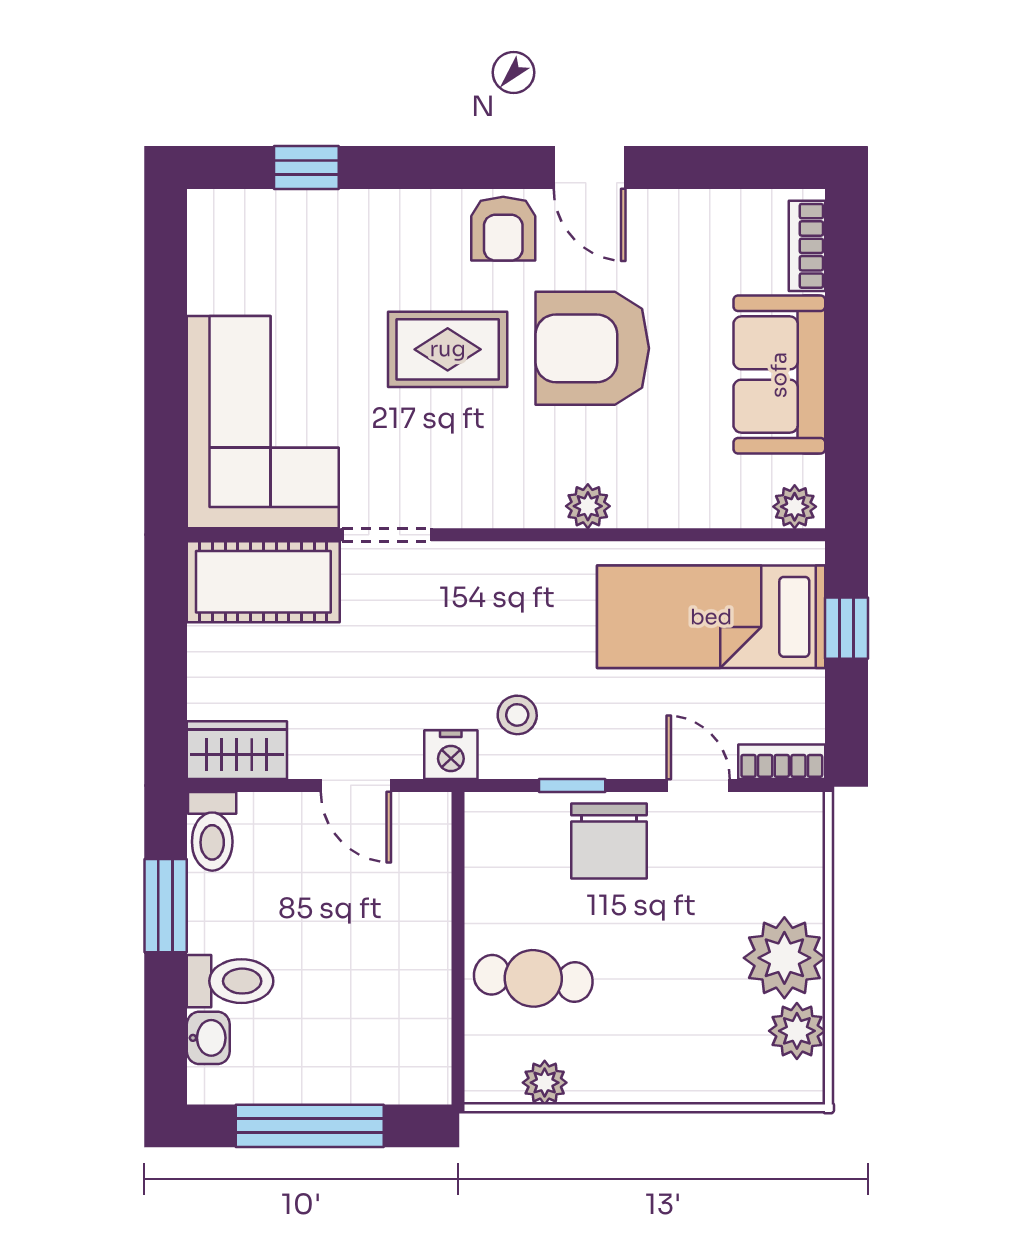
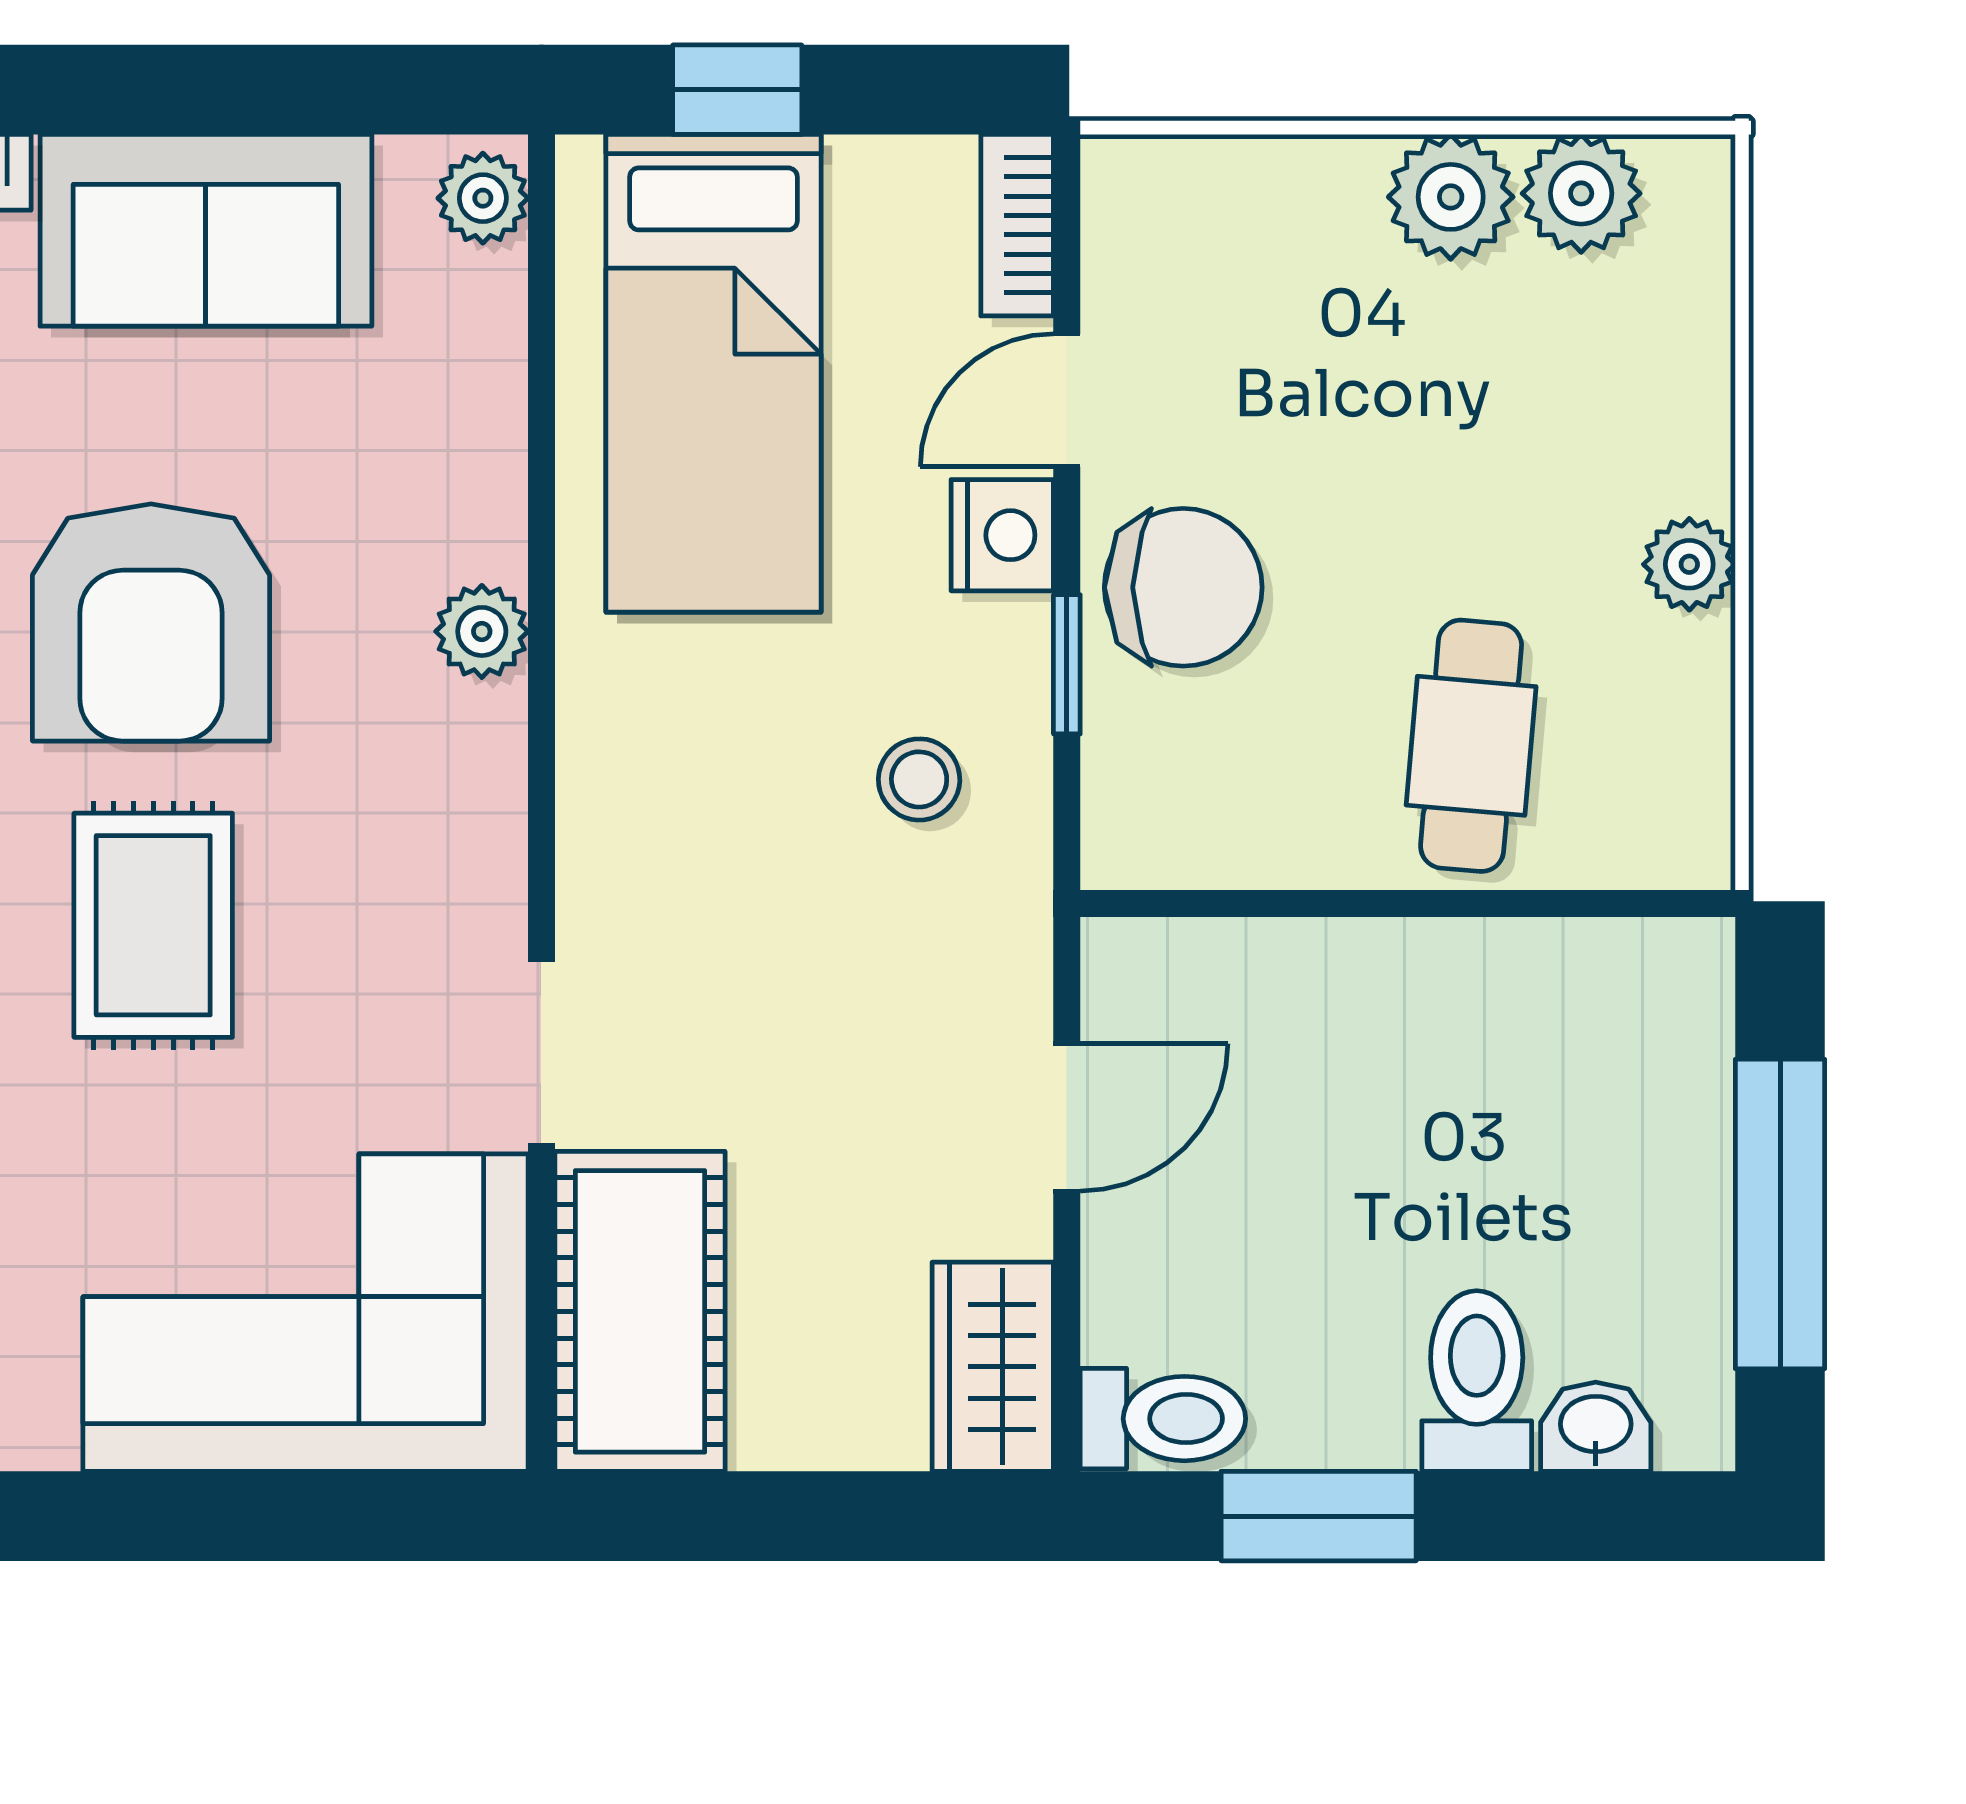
nightstand: (451, 755) -> (1002, 535), moved
plant: (784, 958) -> (1451, 197), width x0.73, depth x0.73
plant: (545, 1083) -> (1689, 564), moved

